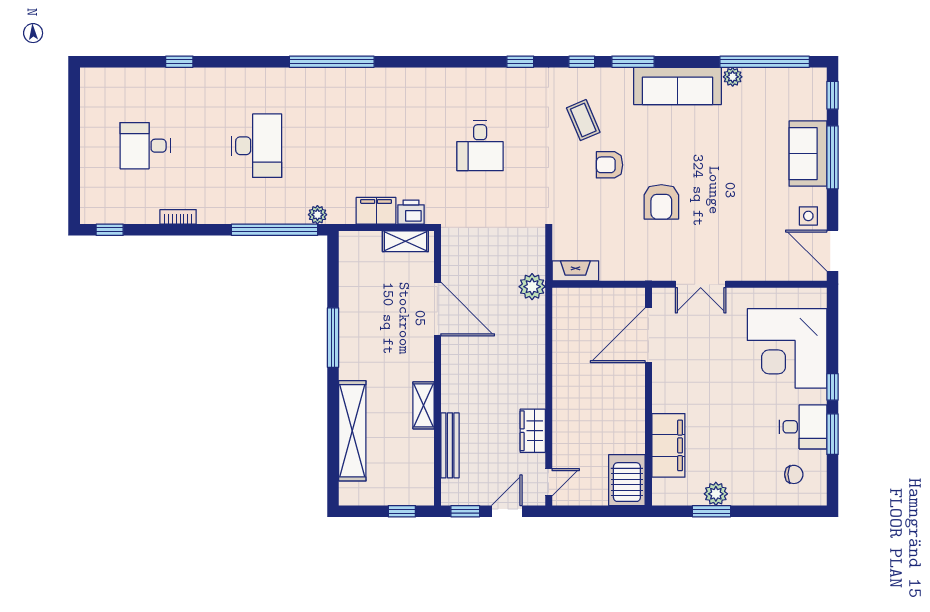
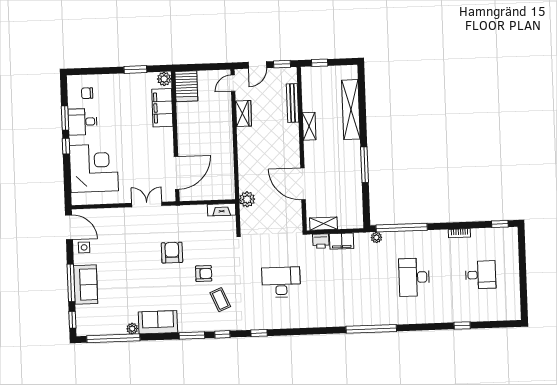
sofa: (677, 86) -> (158, 322), width x0.73
desk: (480, 146) -> (281, 282), width x1.37
plant: (716, 494) -> (164, 79), moved

